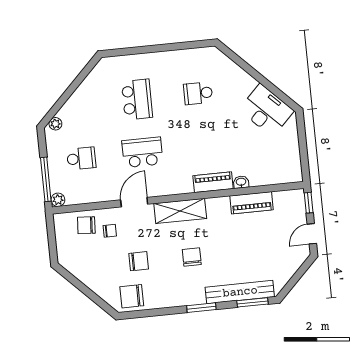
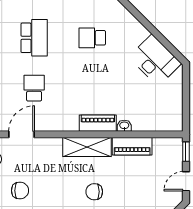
school desk: (142, 152) -> (34, 88), width x0.54
shelving: (180, 211) -> (87, 147), moved
chair: (192, 257) -> (94, 192), moved, turned -90

